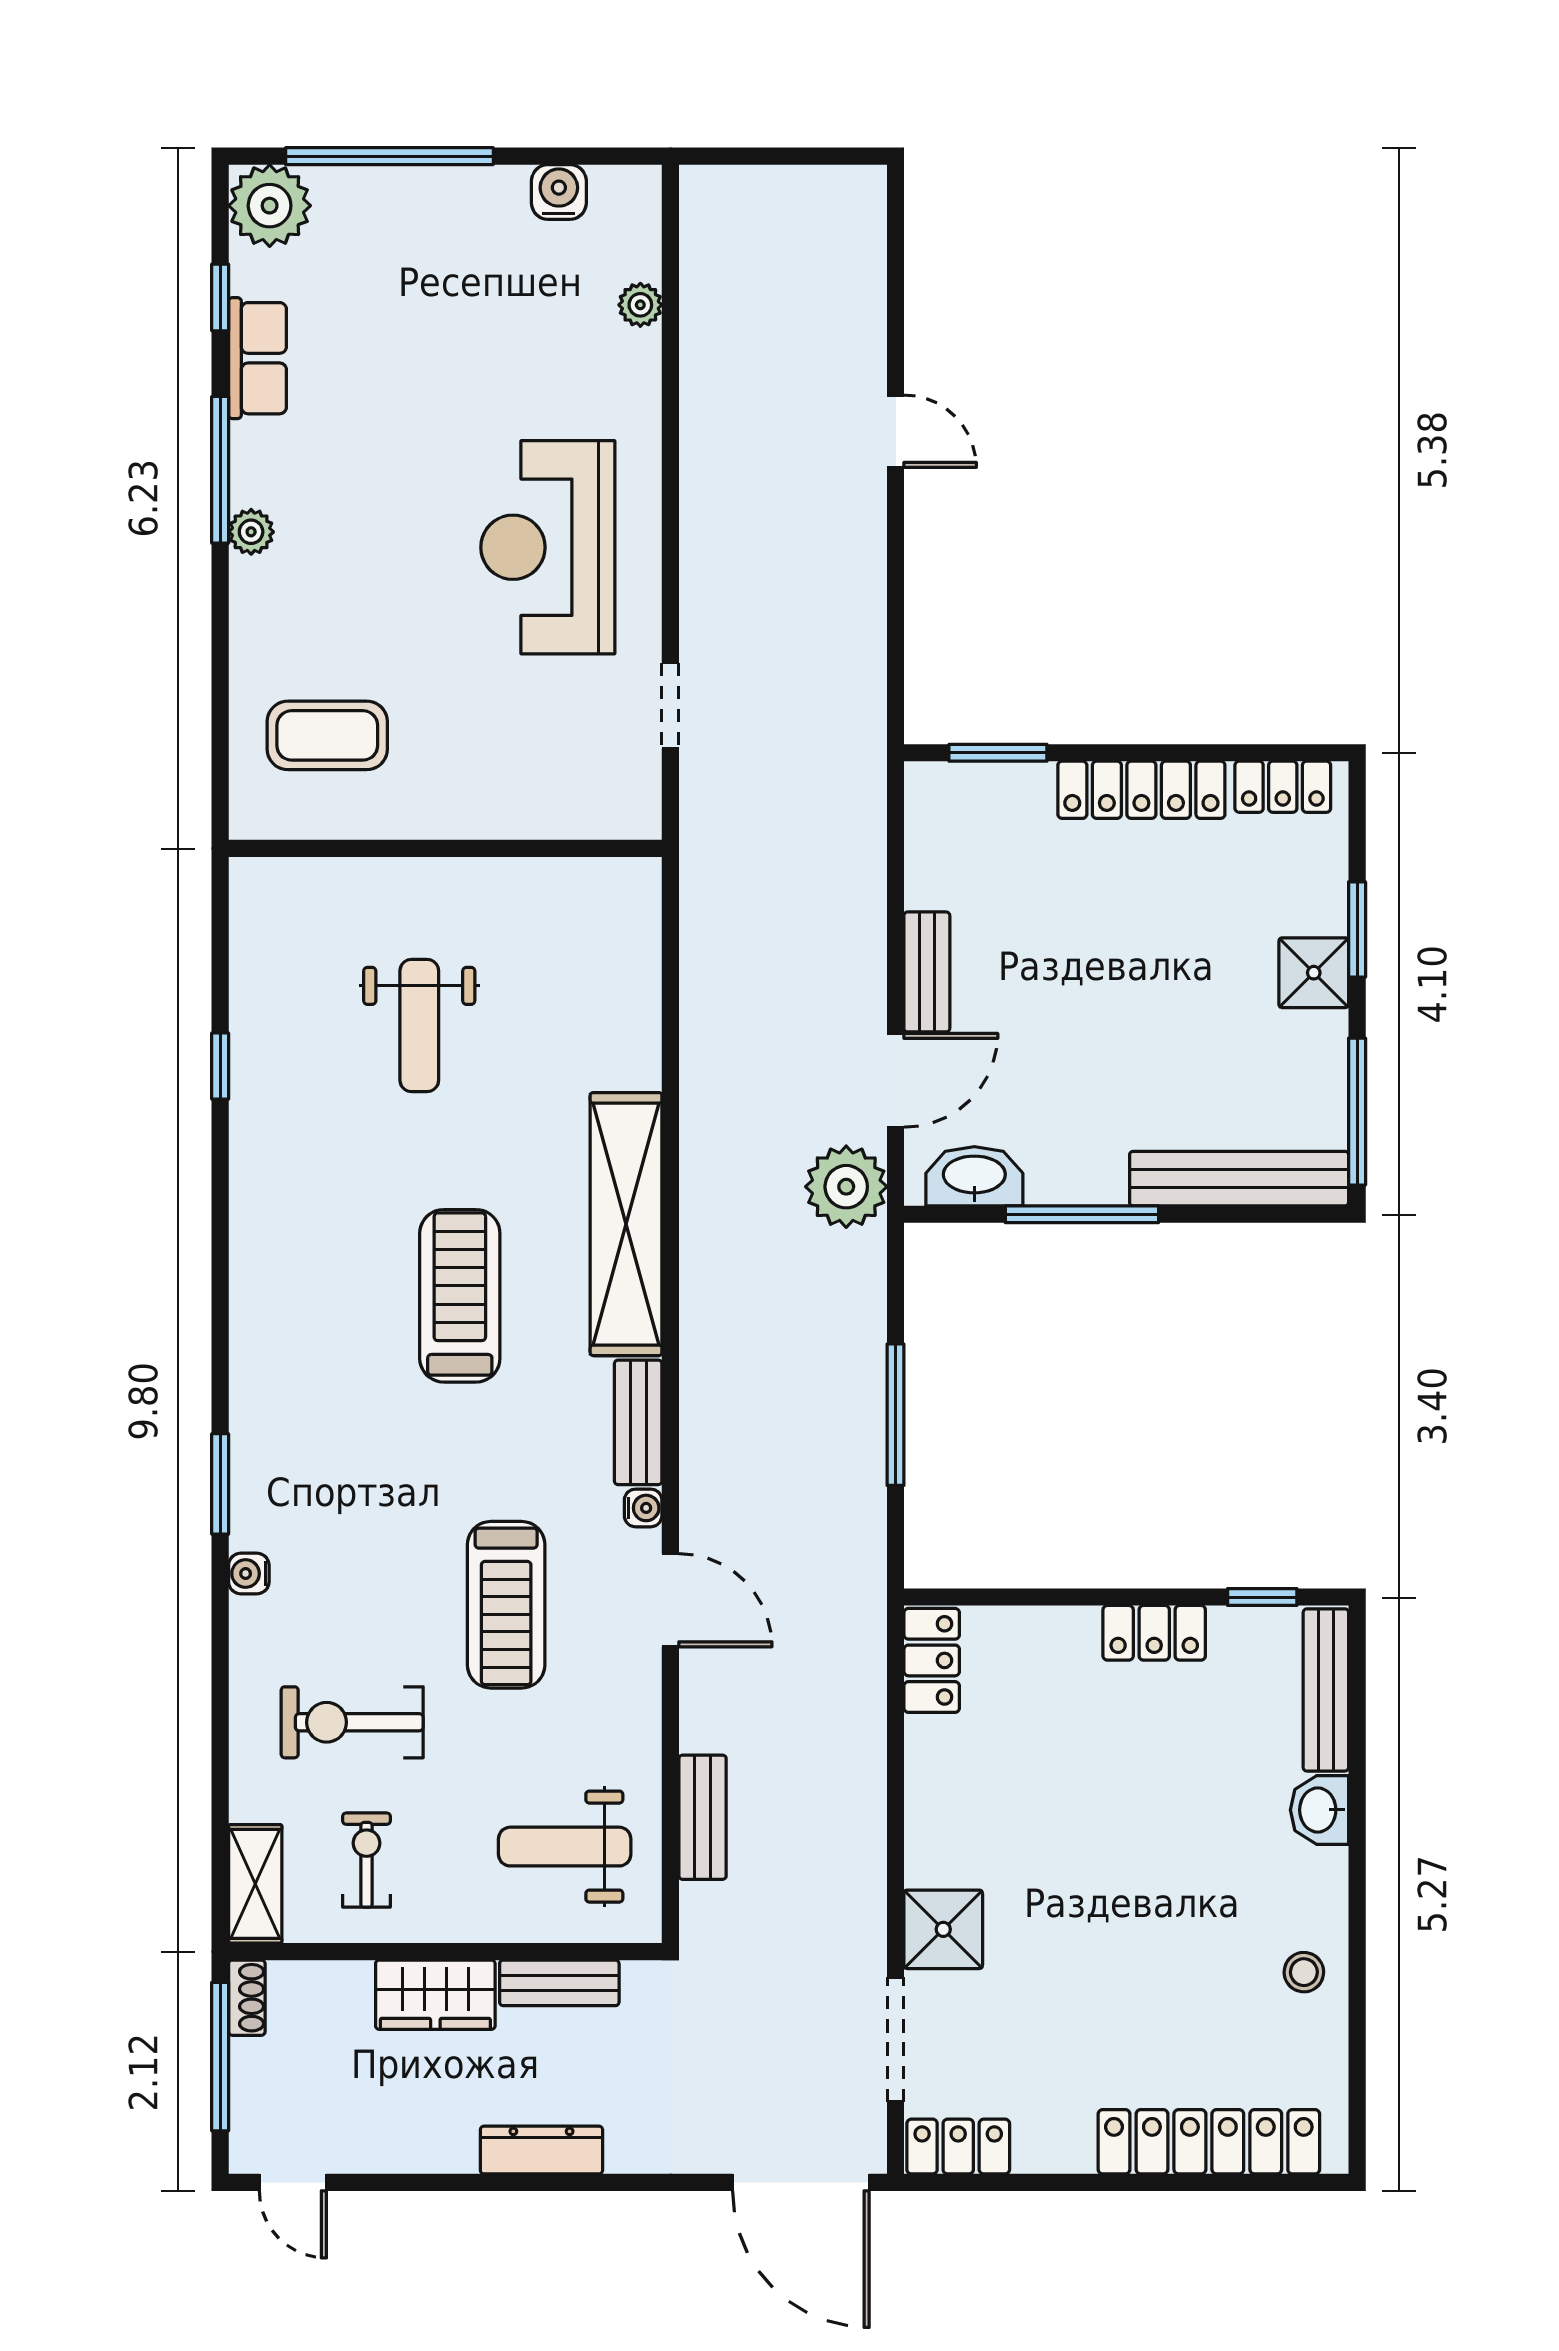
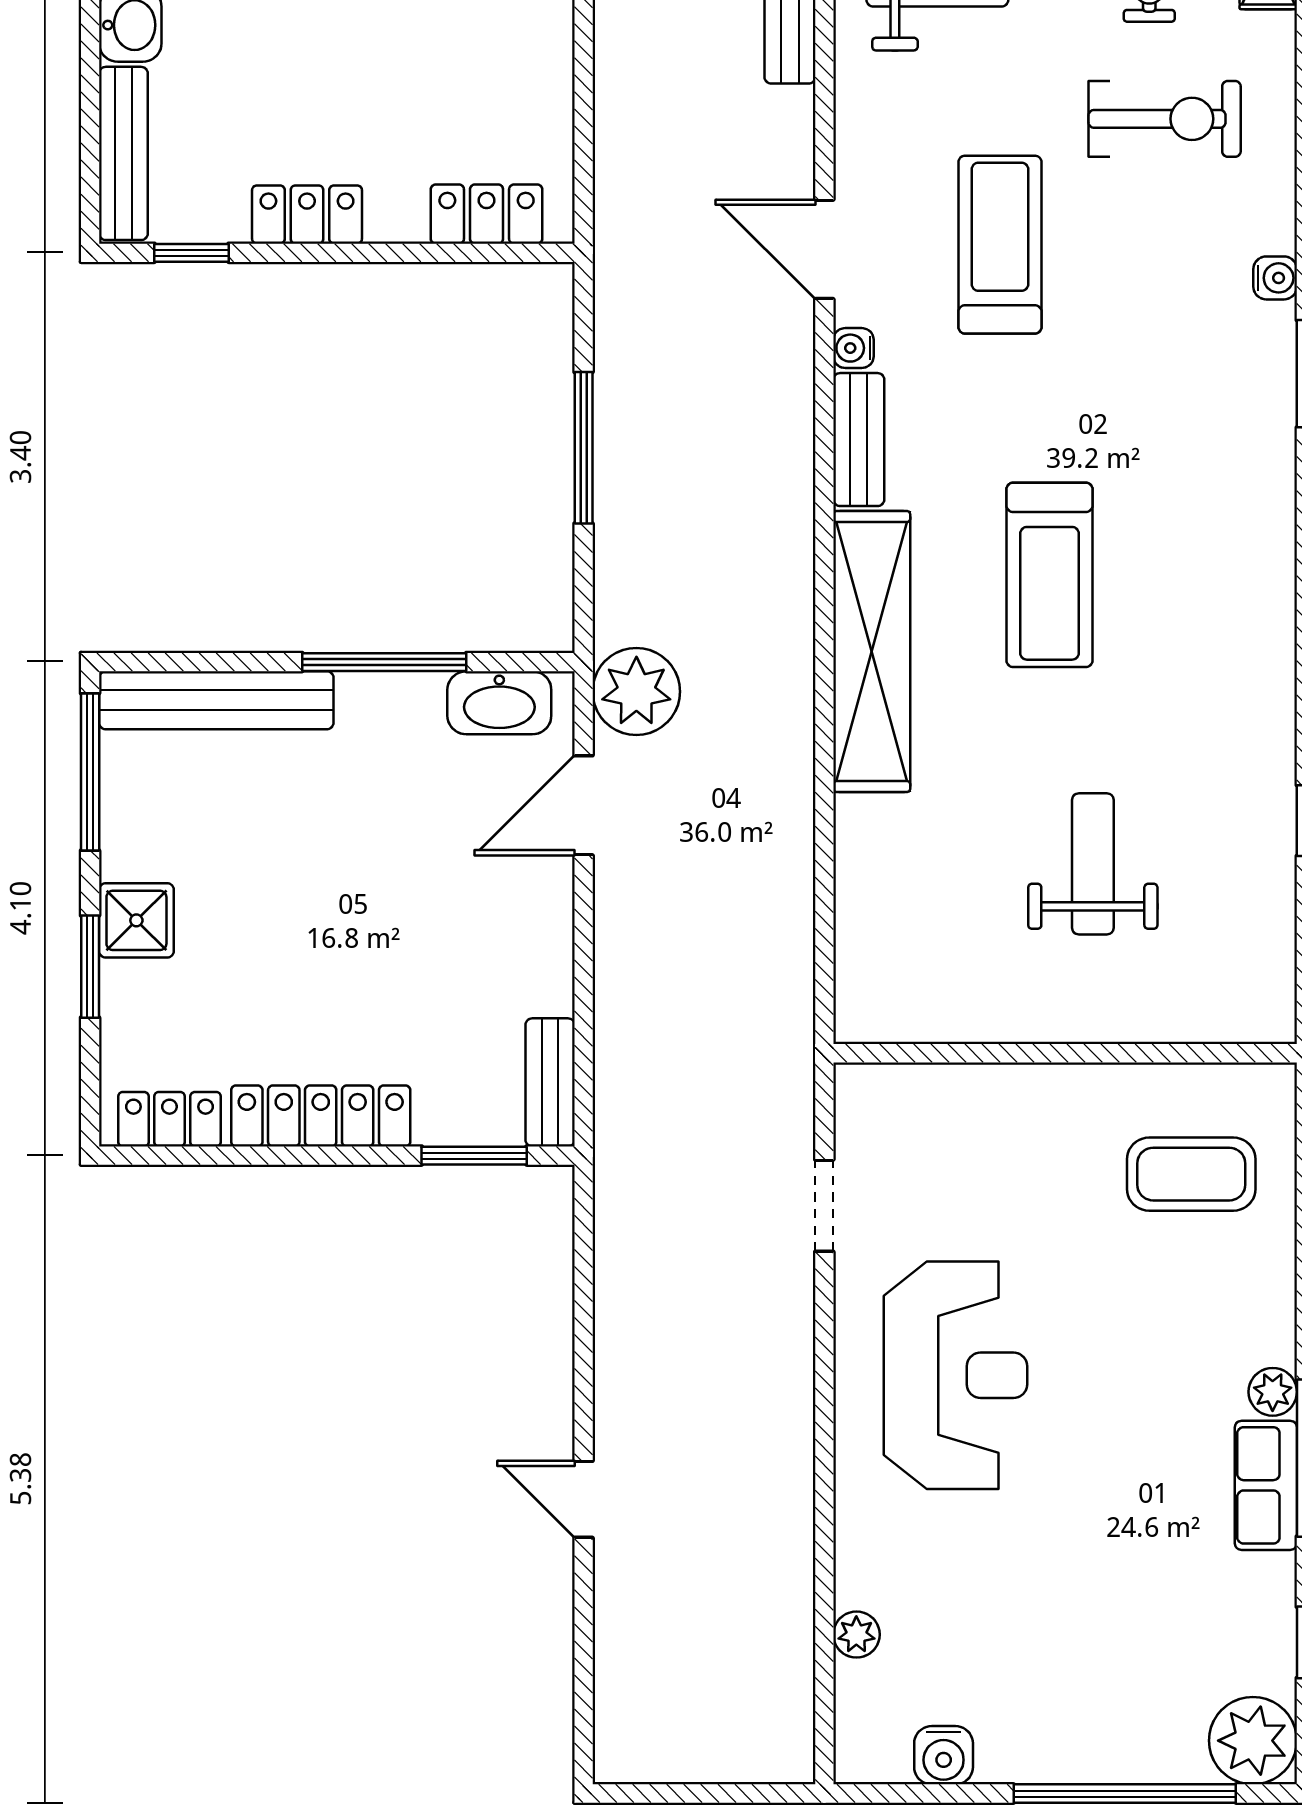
row of seats: (257, 358) -> (1266, 1485), moved
bench: (927, 972) -> (550, 1082), moved
locker: (932, 1660) -> (487, 214), moved, turned 90

